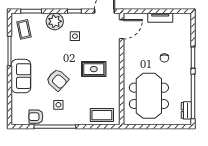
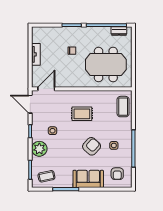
door: (122, 29) -> (46, 89), hinge flipped
rug: (94, 69) -> (82, 114), turned 90
armchair: (36, 117) -> (117, 174), moved

